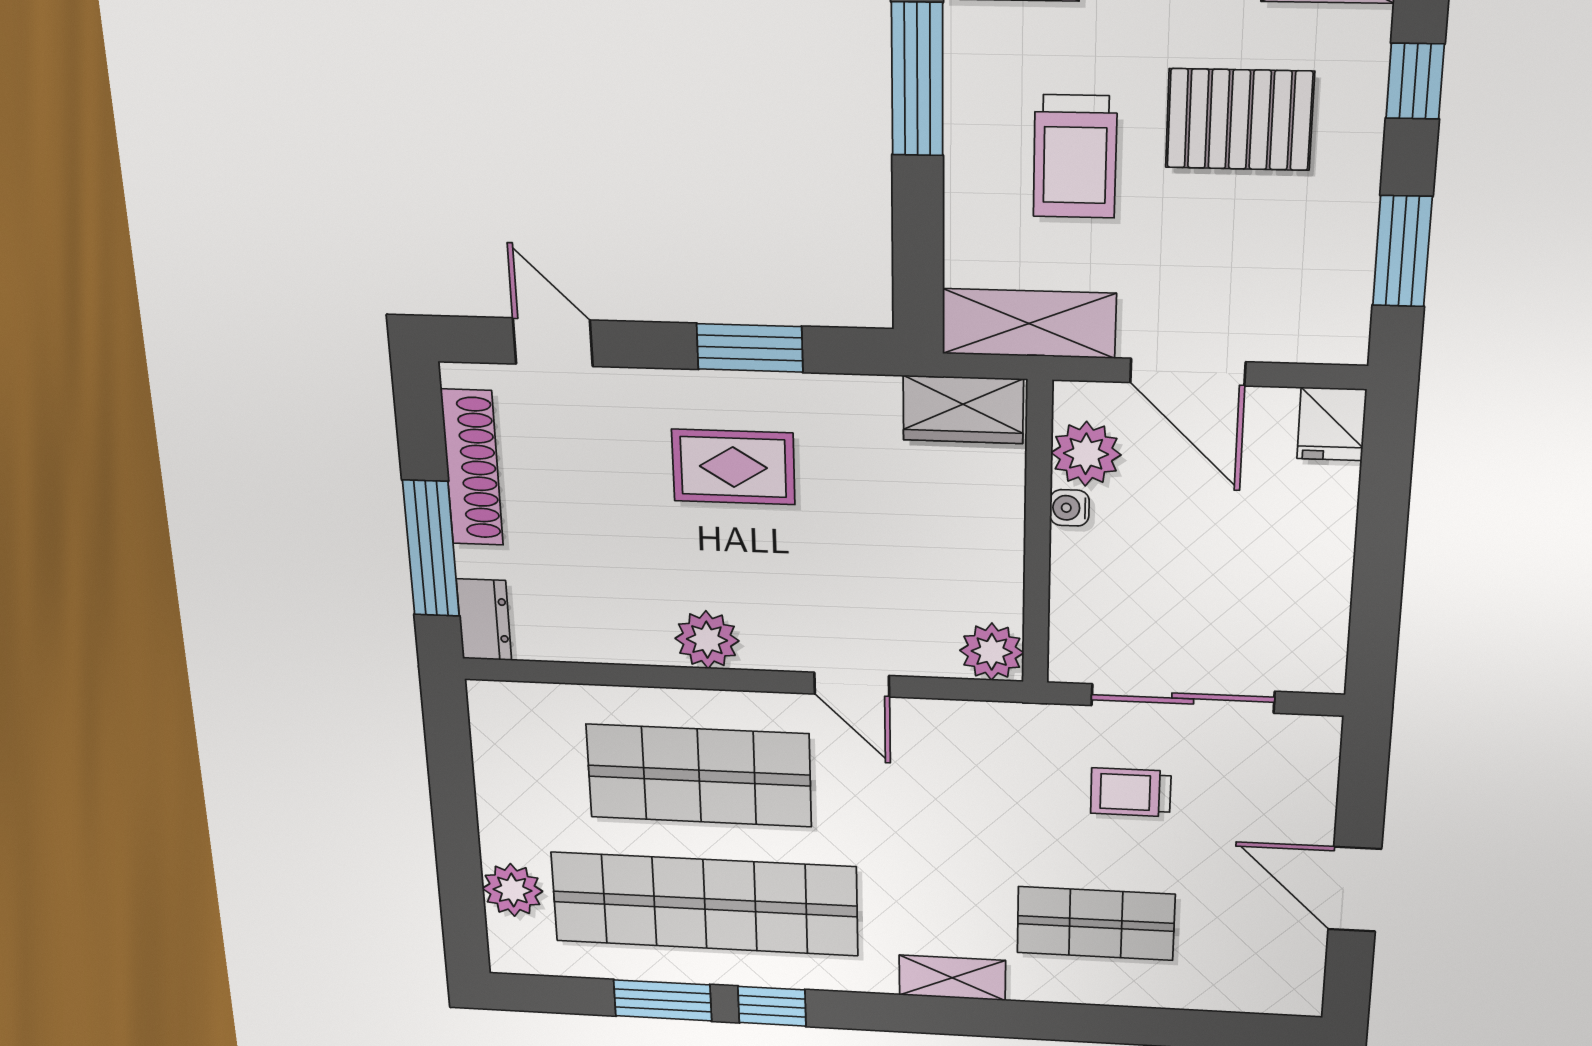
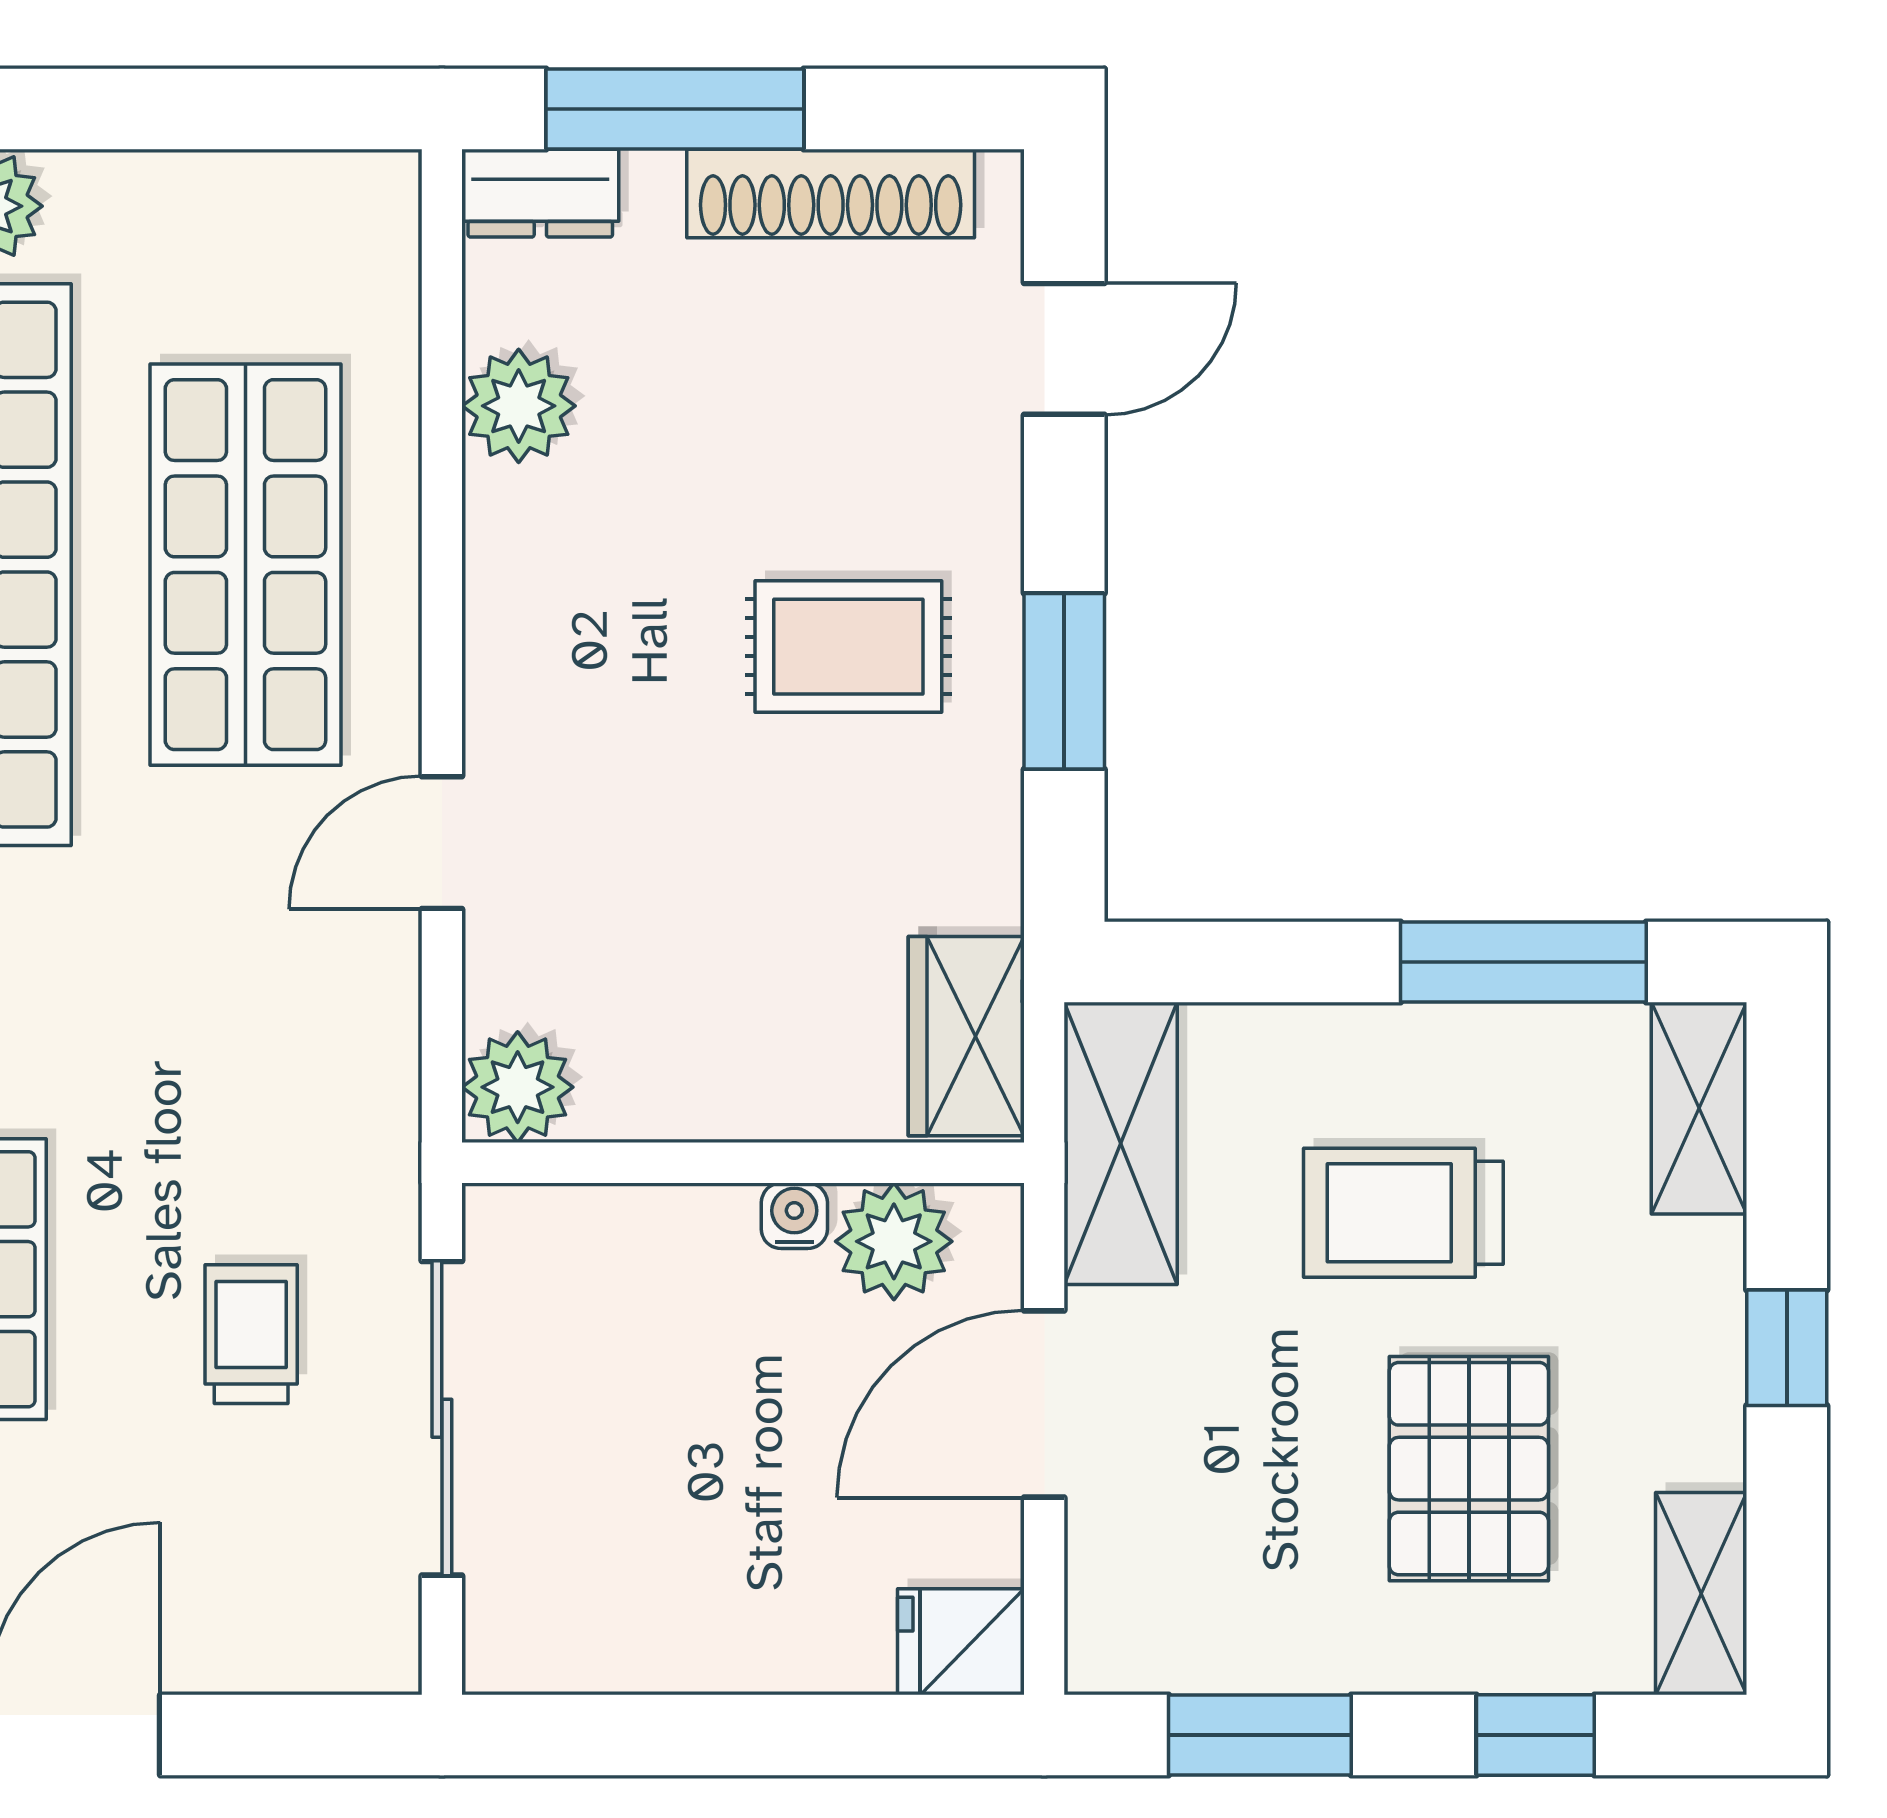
rug: (733, 467) -> (848, 647), turned 90
plant: (707, 640) -> (519, 406), moved

